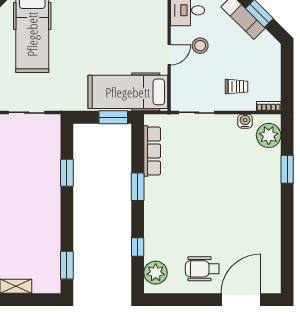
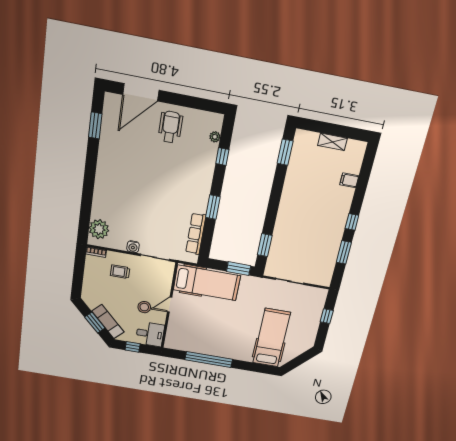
window: (113, 117) -> (239, 269), moved
water cooler: (245, 121) -> (133, 247), moved
window: (287, 169) -> (95, 125), moved
window: (67, 173) -> (265, 245), moved
wheelchair: (202, 269) -> (170, 127), turned -90
plant: (156, 273) -> (215, 137), width x0.53, depth x0.53

